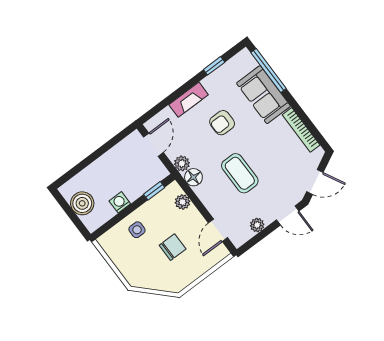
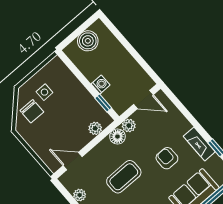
fireplace: (189, 100) -> (199, 144), moved
washing machine: (120, 202) -> (100, 85), moved
side table: (137, 230) -> (44, 92), moved
chair: (173, 247) -> (32, 111), moved

